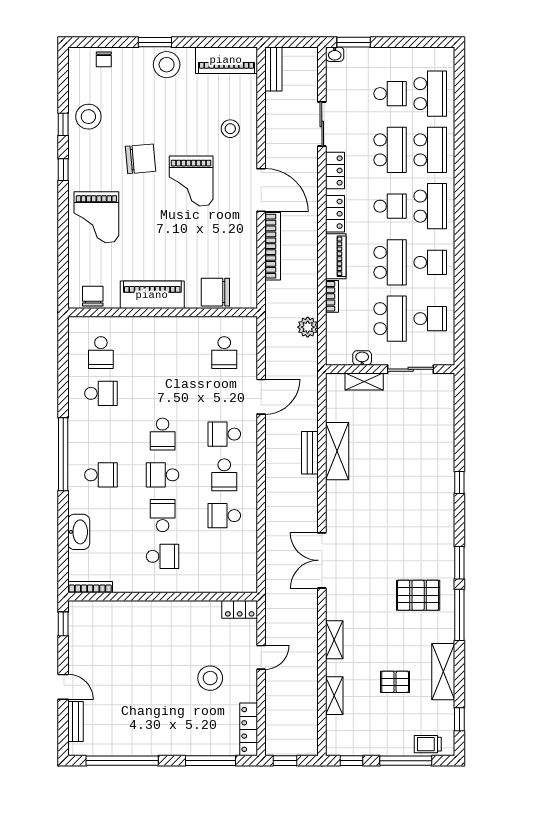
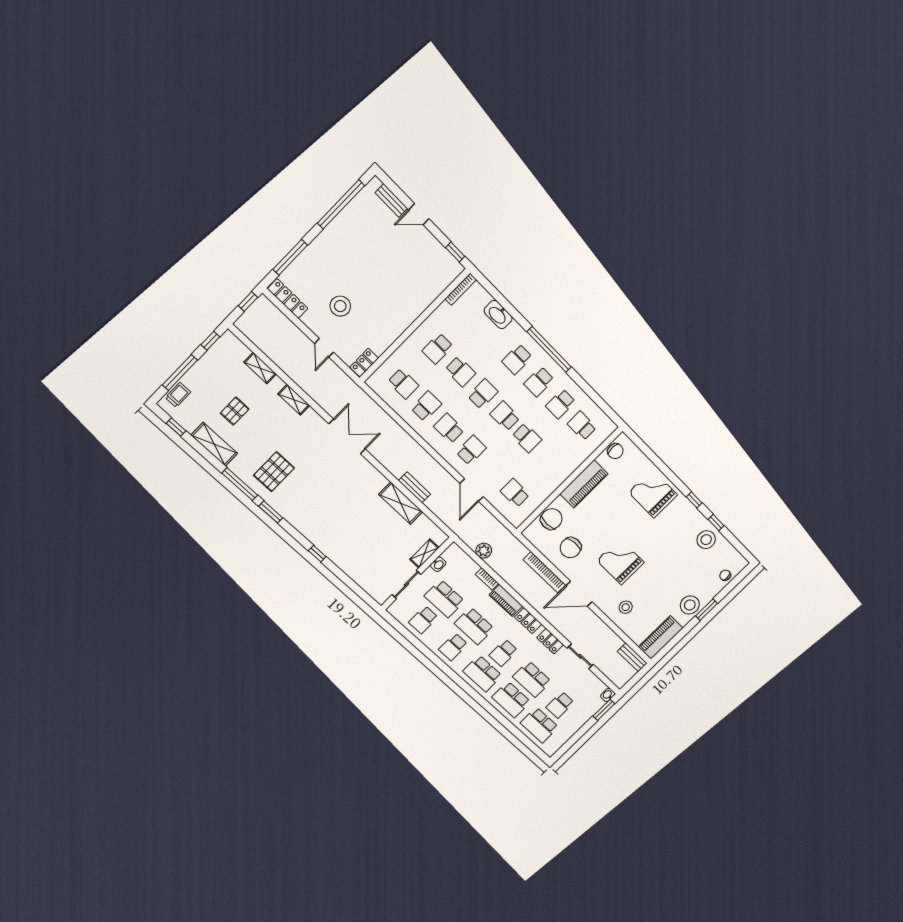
chair: (140, 159) -> (571, 548), moved
school desk: (163, 393) -> (527, 438), added
school desk: (101, 434) -> (539, 382), added
school desk: (224, 556) -> (403, 384), added

